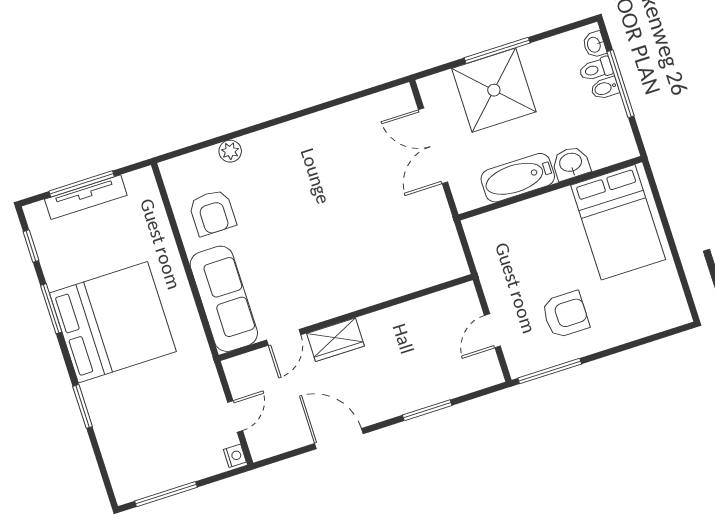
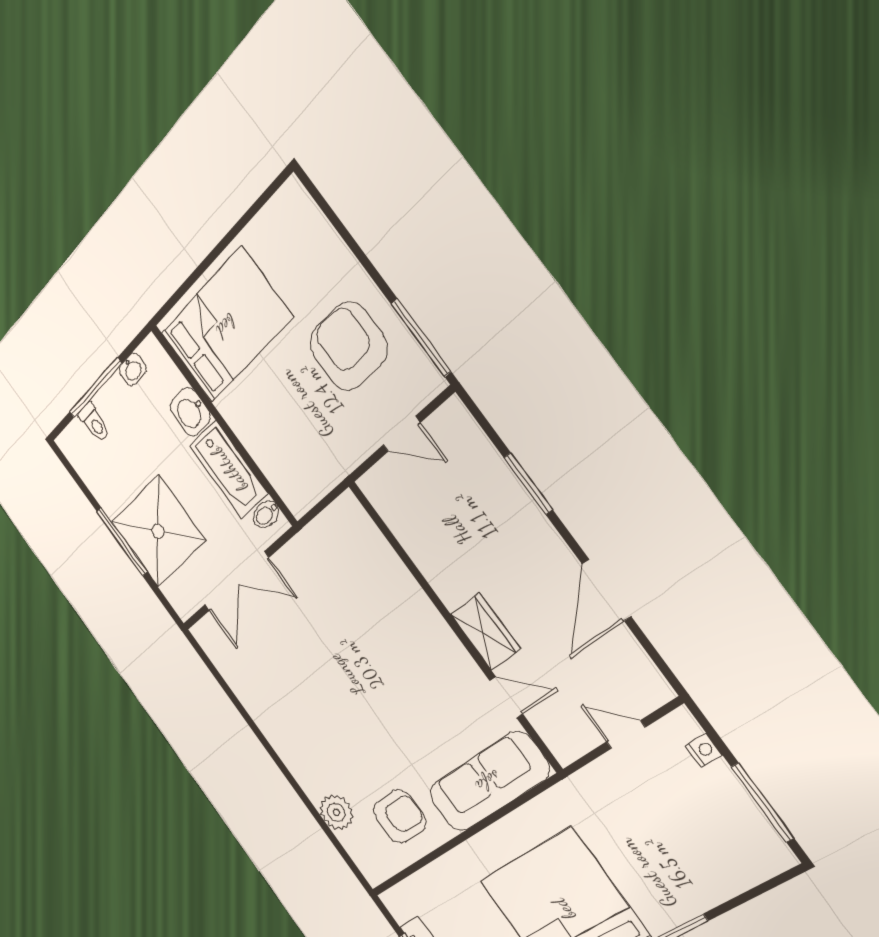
washbasin: (594, 45) -> (133, 369), moved
bidet: (605, 88) -> (266, 514), moved, turned 90
plant: (230, 151) -> (336, 812), width x1.38, depth x1.38
armchair: (565, 314) -> (348, 346), width x1.36, depth x1.36
nightstand: (235, 456) -> (704, 750), moved, turned 90

